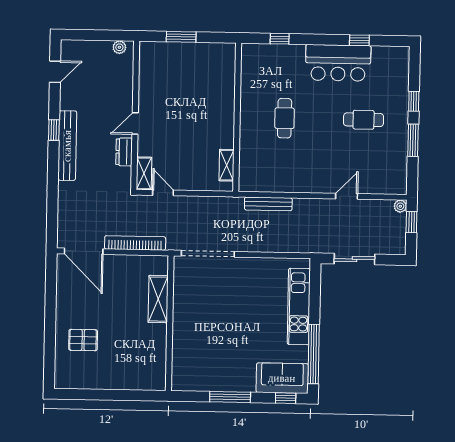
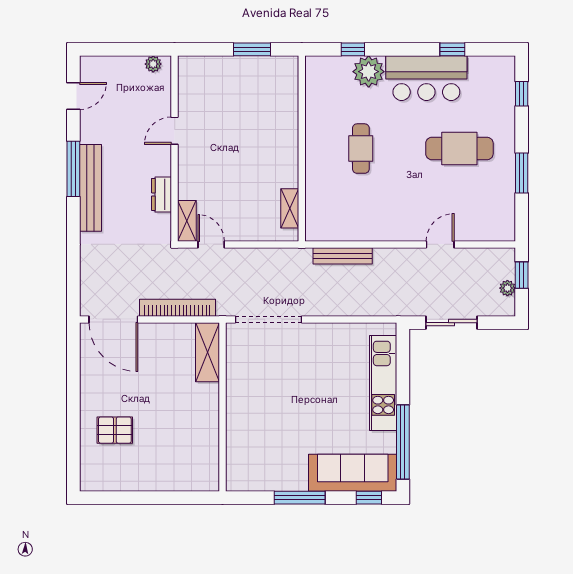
window: (181, 37) -> (252, 49), moved
plant: (292, 57) -> (369, 72), added
window: (414, 101) -> (522, 94), moved
cafe table: (364, 120) -> (459, 149), width x1.37, depth x1.35
door: (135, 123) -> (175, 131), moved
window: (54, 130) -> (73, 169), width x2.17
plant: (400, 206) -> (507, 288), moved
shelving: (158, 299) -> (208, 352), moved
sofa: (282, 378) -> (353, 473), width x1.36

